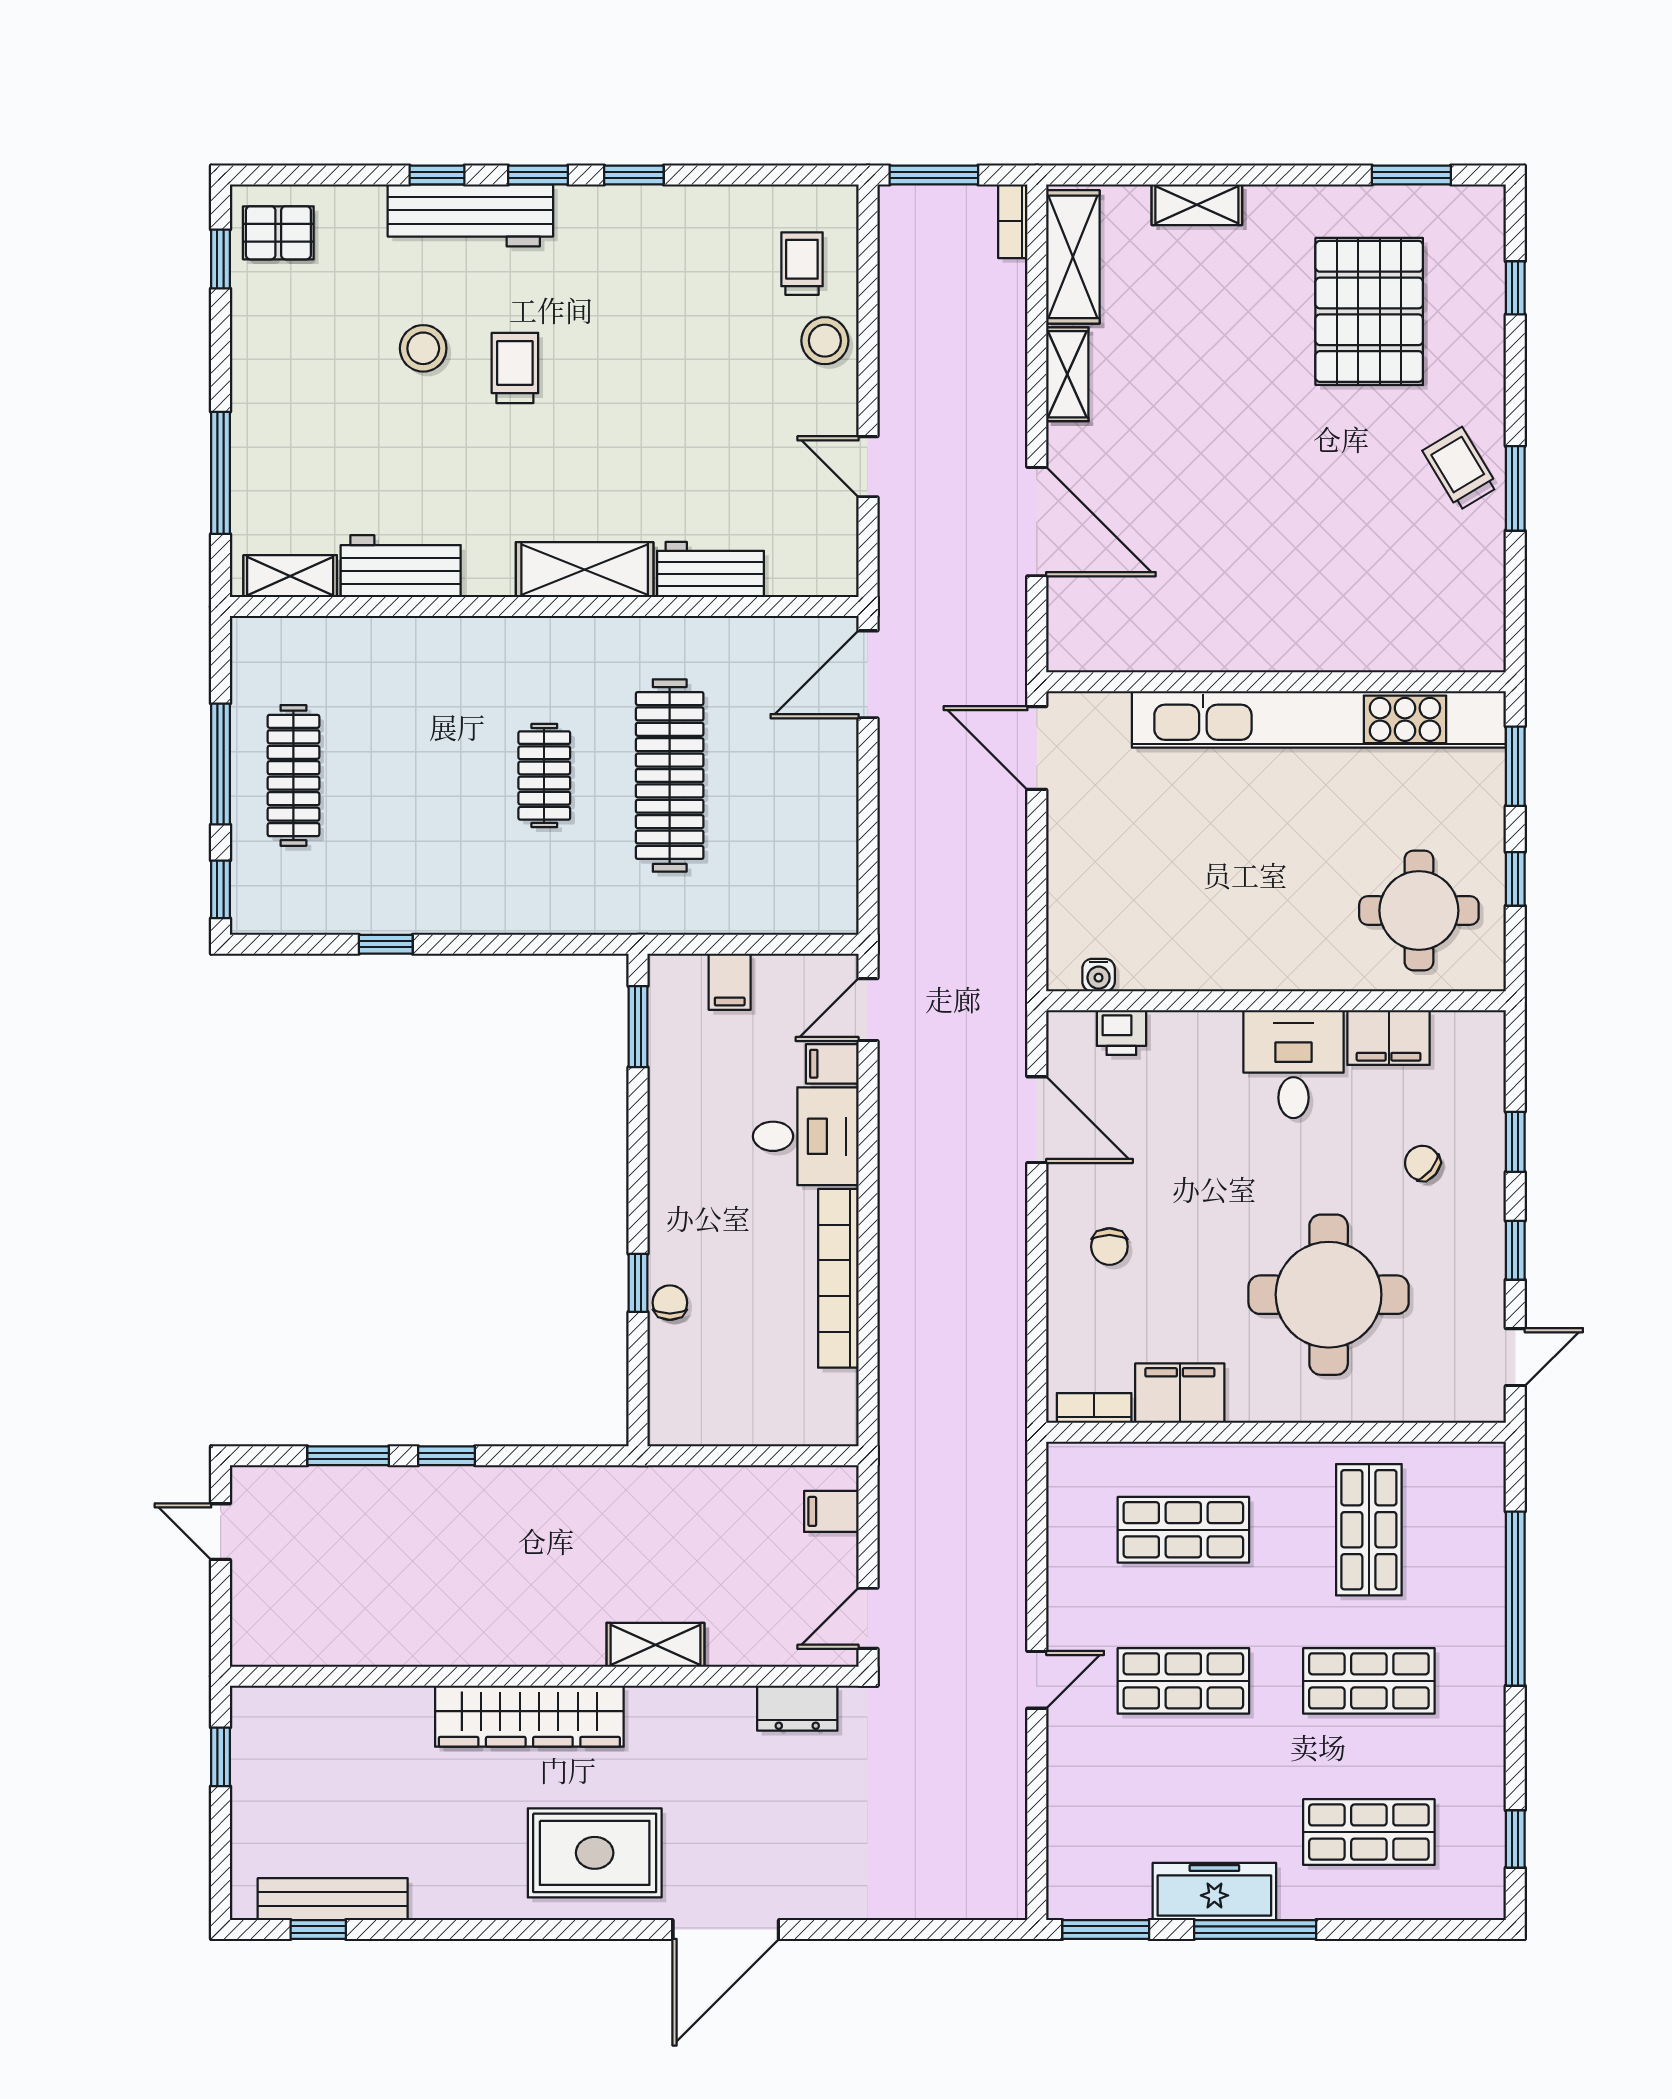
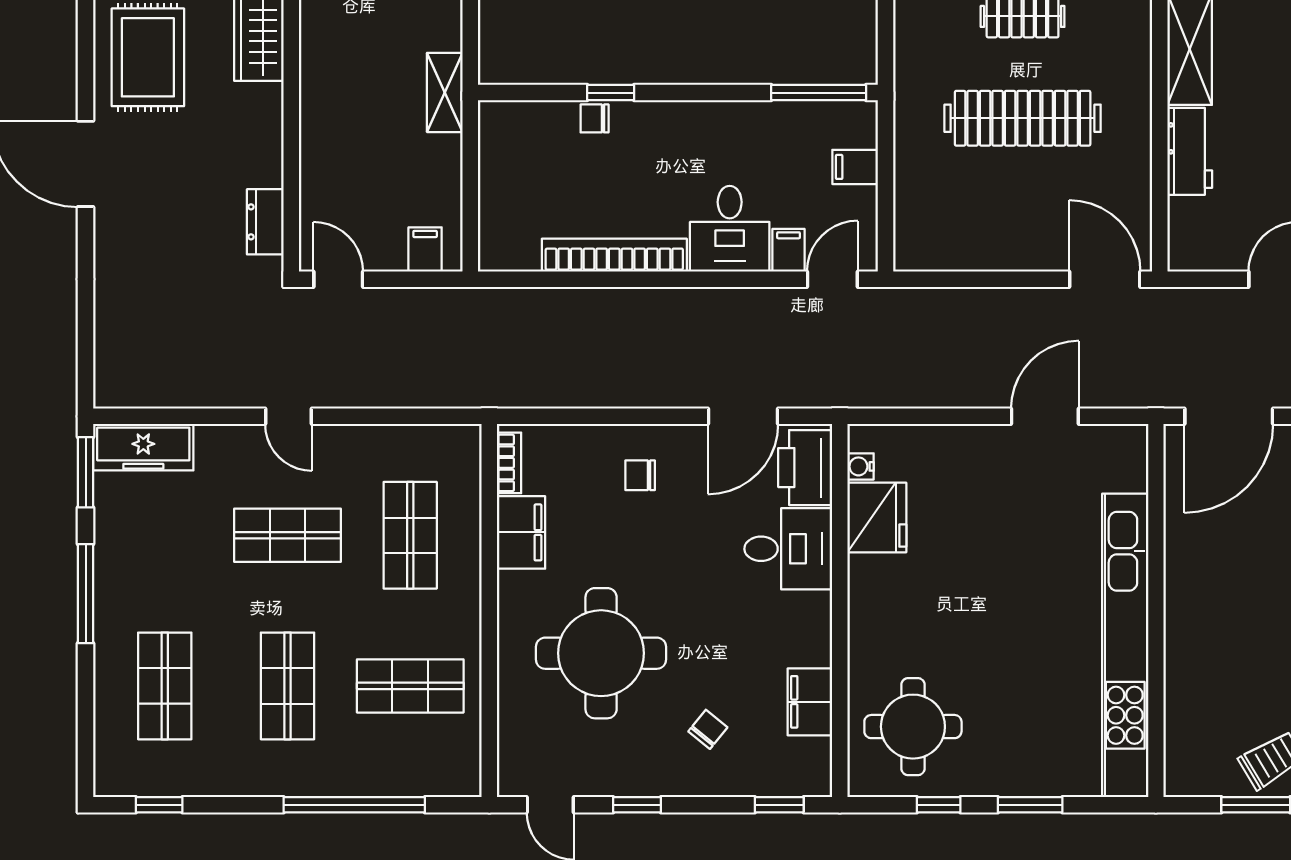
wall: (1276, 682) -> (1156, 611), moved
kitchen unit: (1319, 719) -> (1125, 645), moved
fridge: (1161, 955) -> (877, 517), added
door: (868, 1010) -> (832, 279), hinge flipped
window: (638, 1027) -> (819, 93), width x1.44
printer: (1121, 1032) -> (805, 468), width x1.87, depth x1.48
desk: (1294, 1064) -> (788, 549), moved
window: (1515, 1142) -> (779, 805), moved
chair: (670, 1303) -> (595, 118), turned 180
shelving: (655, 1645) -> (445, 92), moved
shop shelf: (1183, 1681) -> (287, 535), turned 90
freezer: (1214, 1891) -> (143, 447), moved, turned 90

